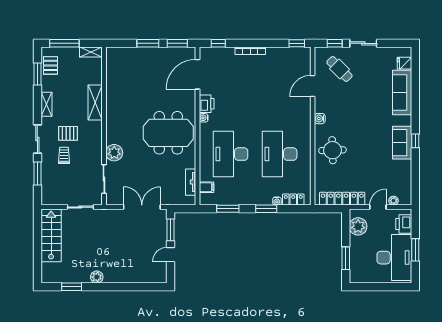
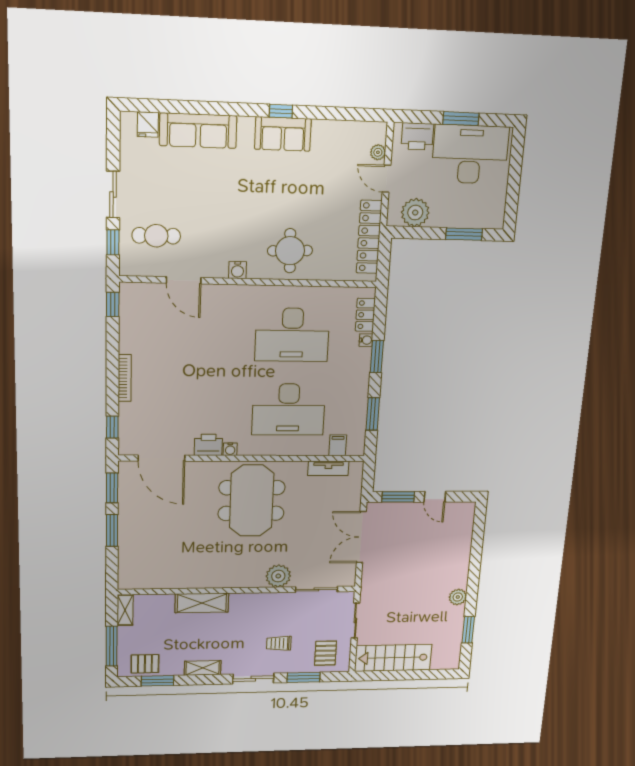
cafe table: (339, 69) -> (156, 236), turned 45
pallet: (68, 133) -> (325, 653), moved

